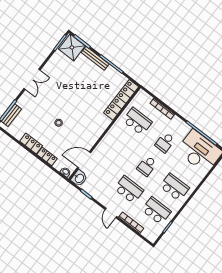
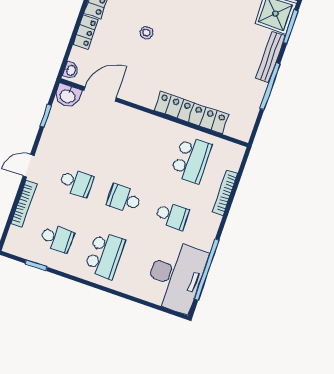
locker: (121, 100) -> (191, 113), moved
school desk: (165, 142) -> (172, 215), turned 180
door: (84, 160) -> (100, 94), hinge flipped
school desk: (129, 190) -> (76, 182), width x0.54
school desk: (156, 211) -> (57, 238), width x0.54

